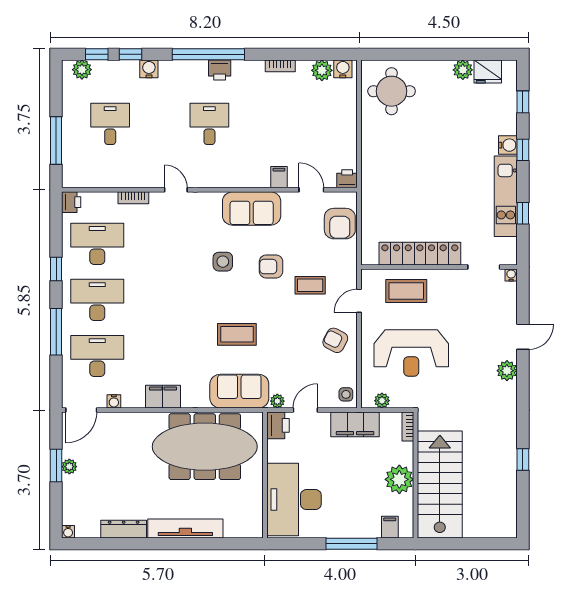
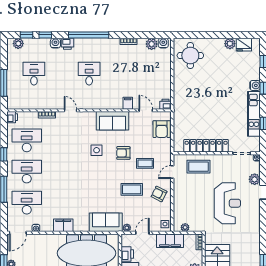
printer: (220, 70) -> (67, 44), moved
coffee table: (237, 334) -> (132, 189), moved
reception desk: (411, 353) -> (227, 203), moved, turned -90
plant: (507, 371) -> (255, 179), moved
printer: (278, 425) -> (127, 254), moved

